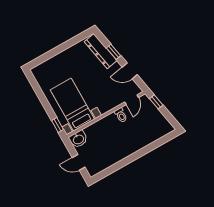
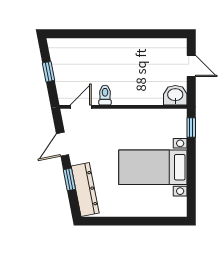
door: (130, 71) -> (63, 144), swing flipped
window: (156, 102) -> (49, 72), moved
bed with nightstands: (72, 105) -> (153, 167), moved, turned 90

